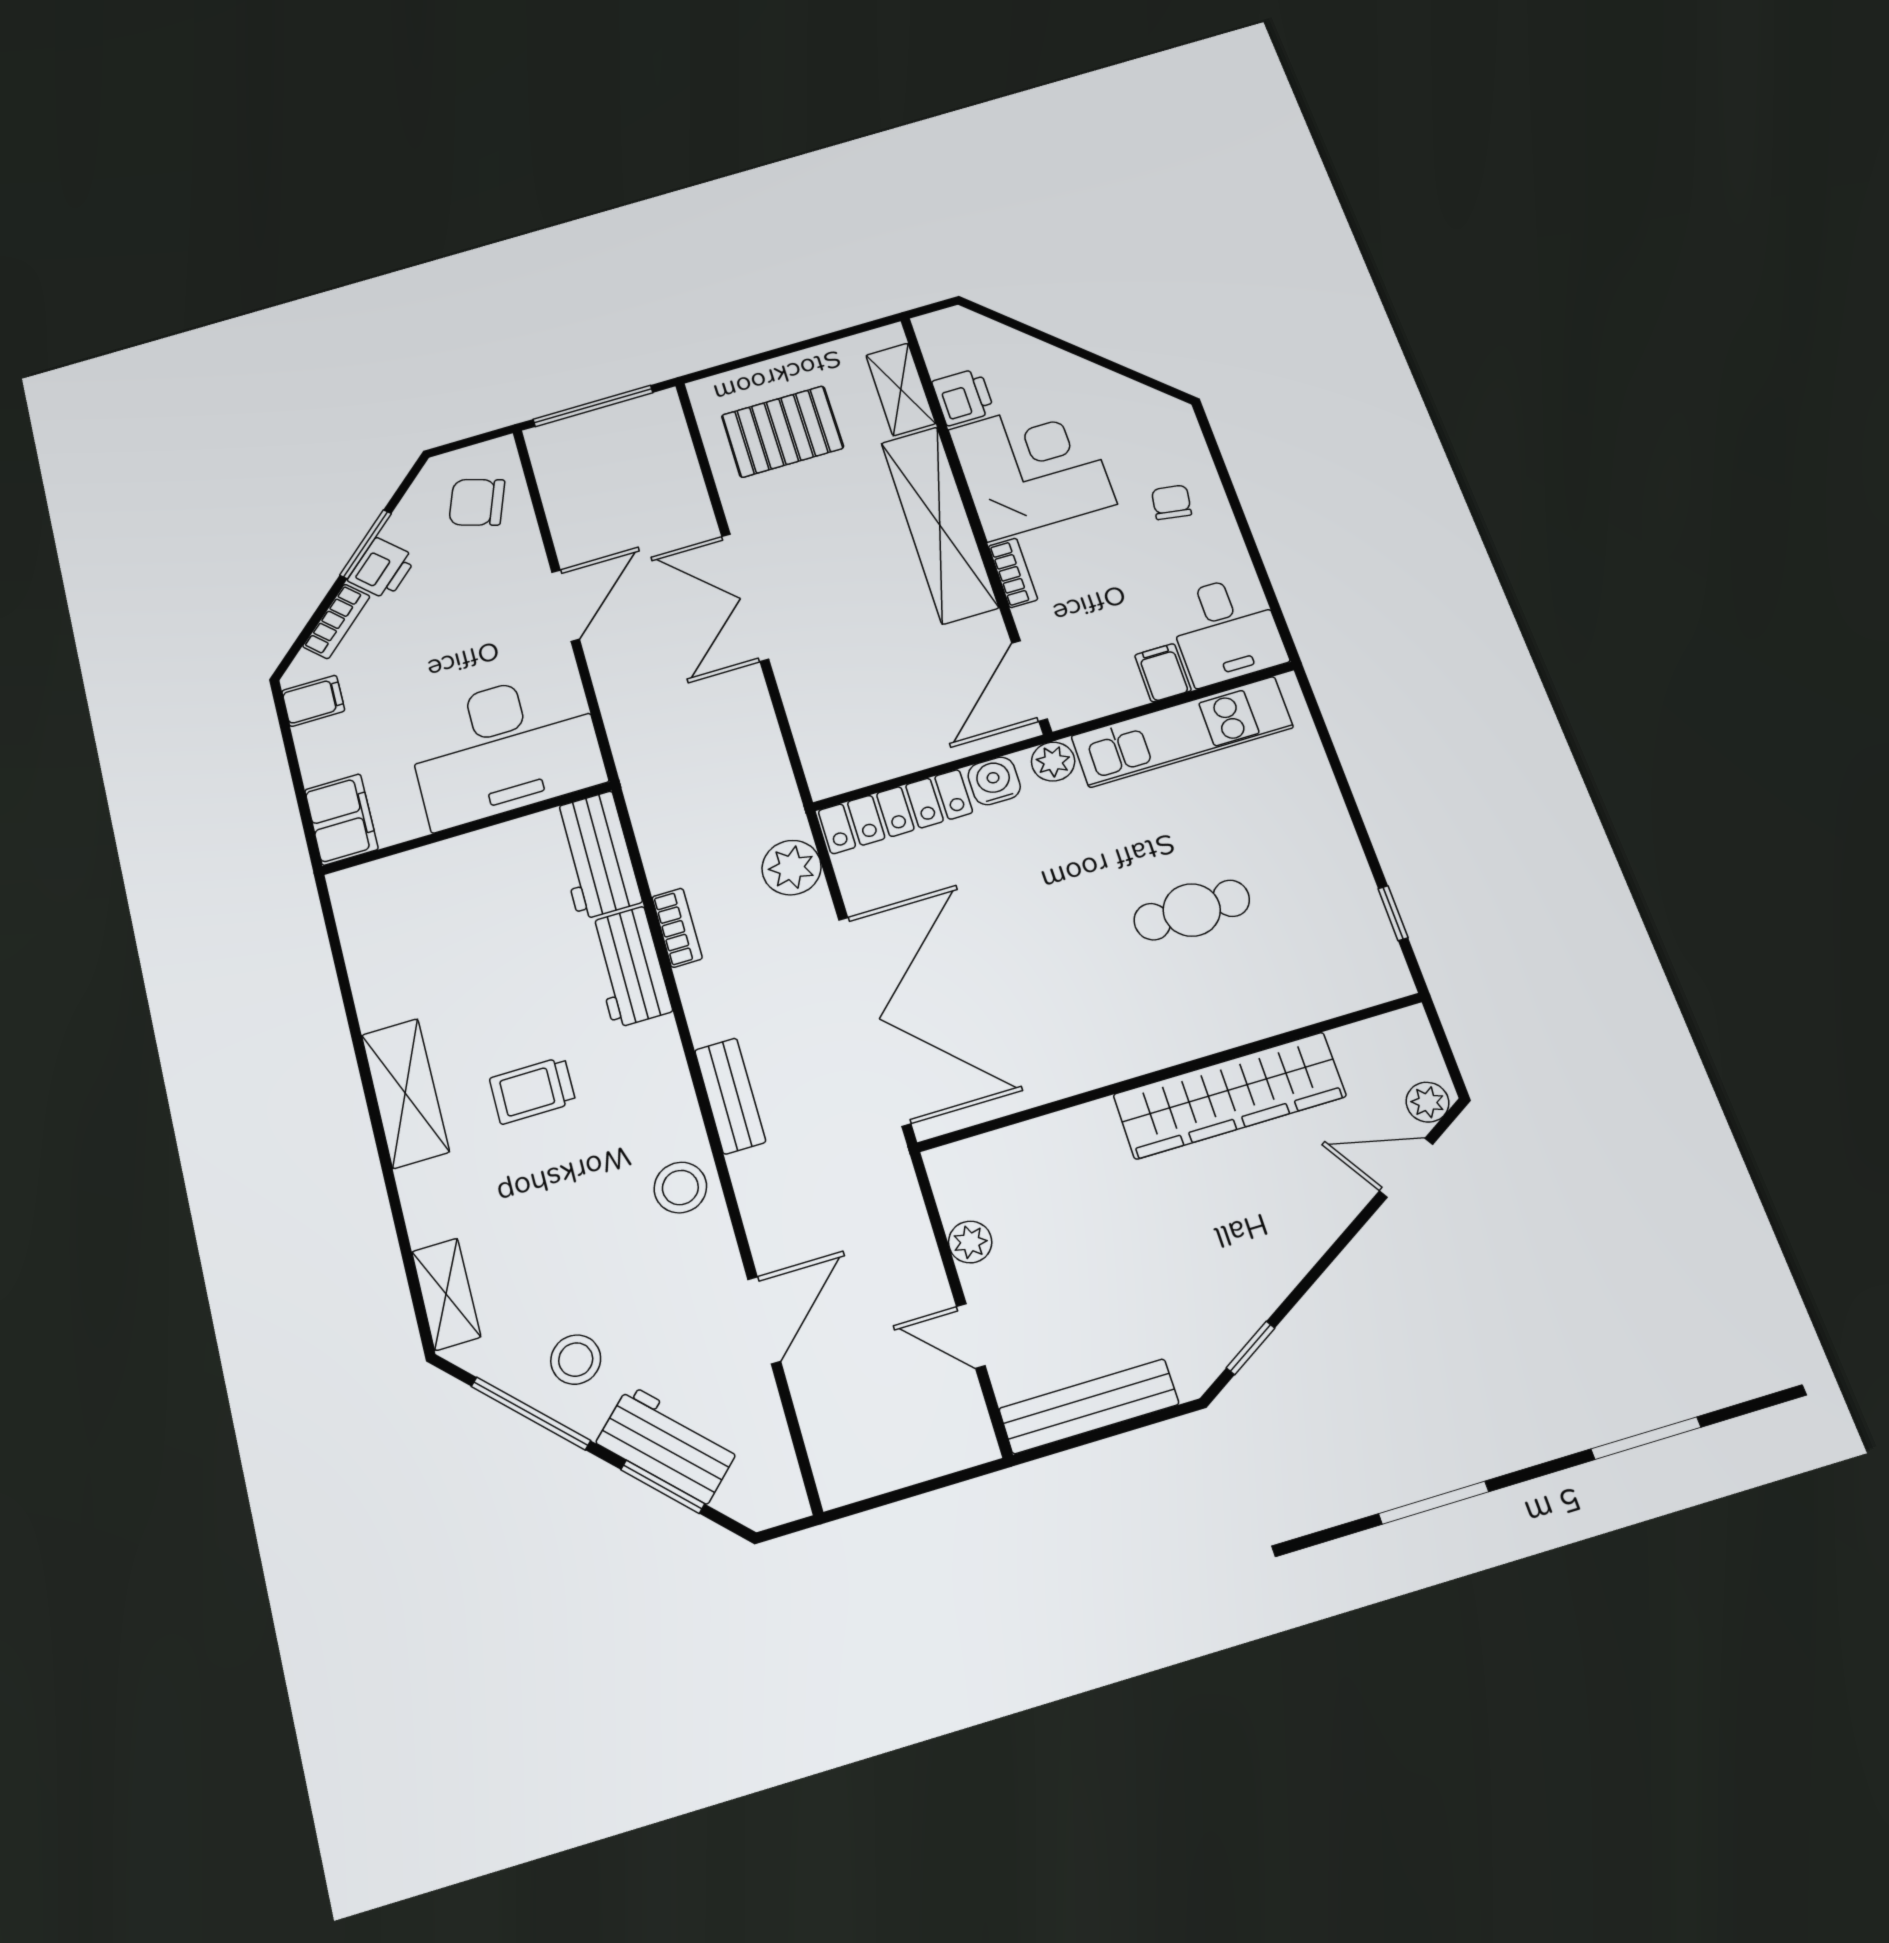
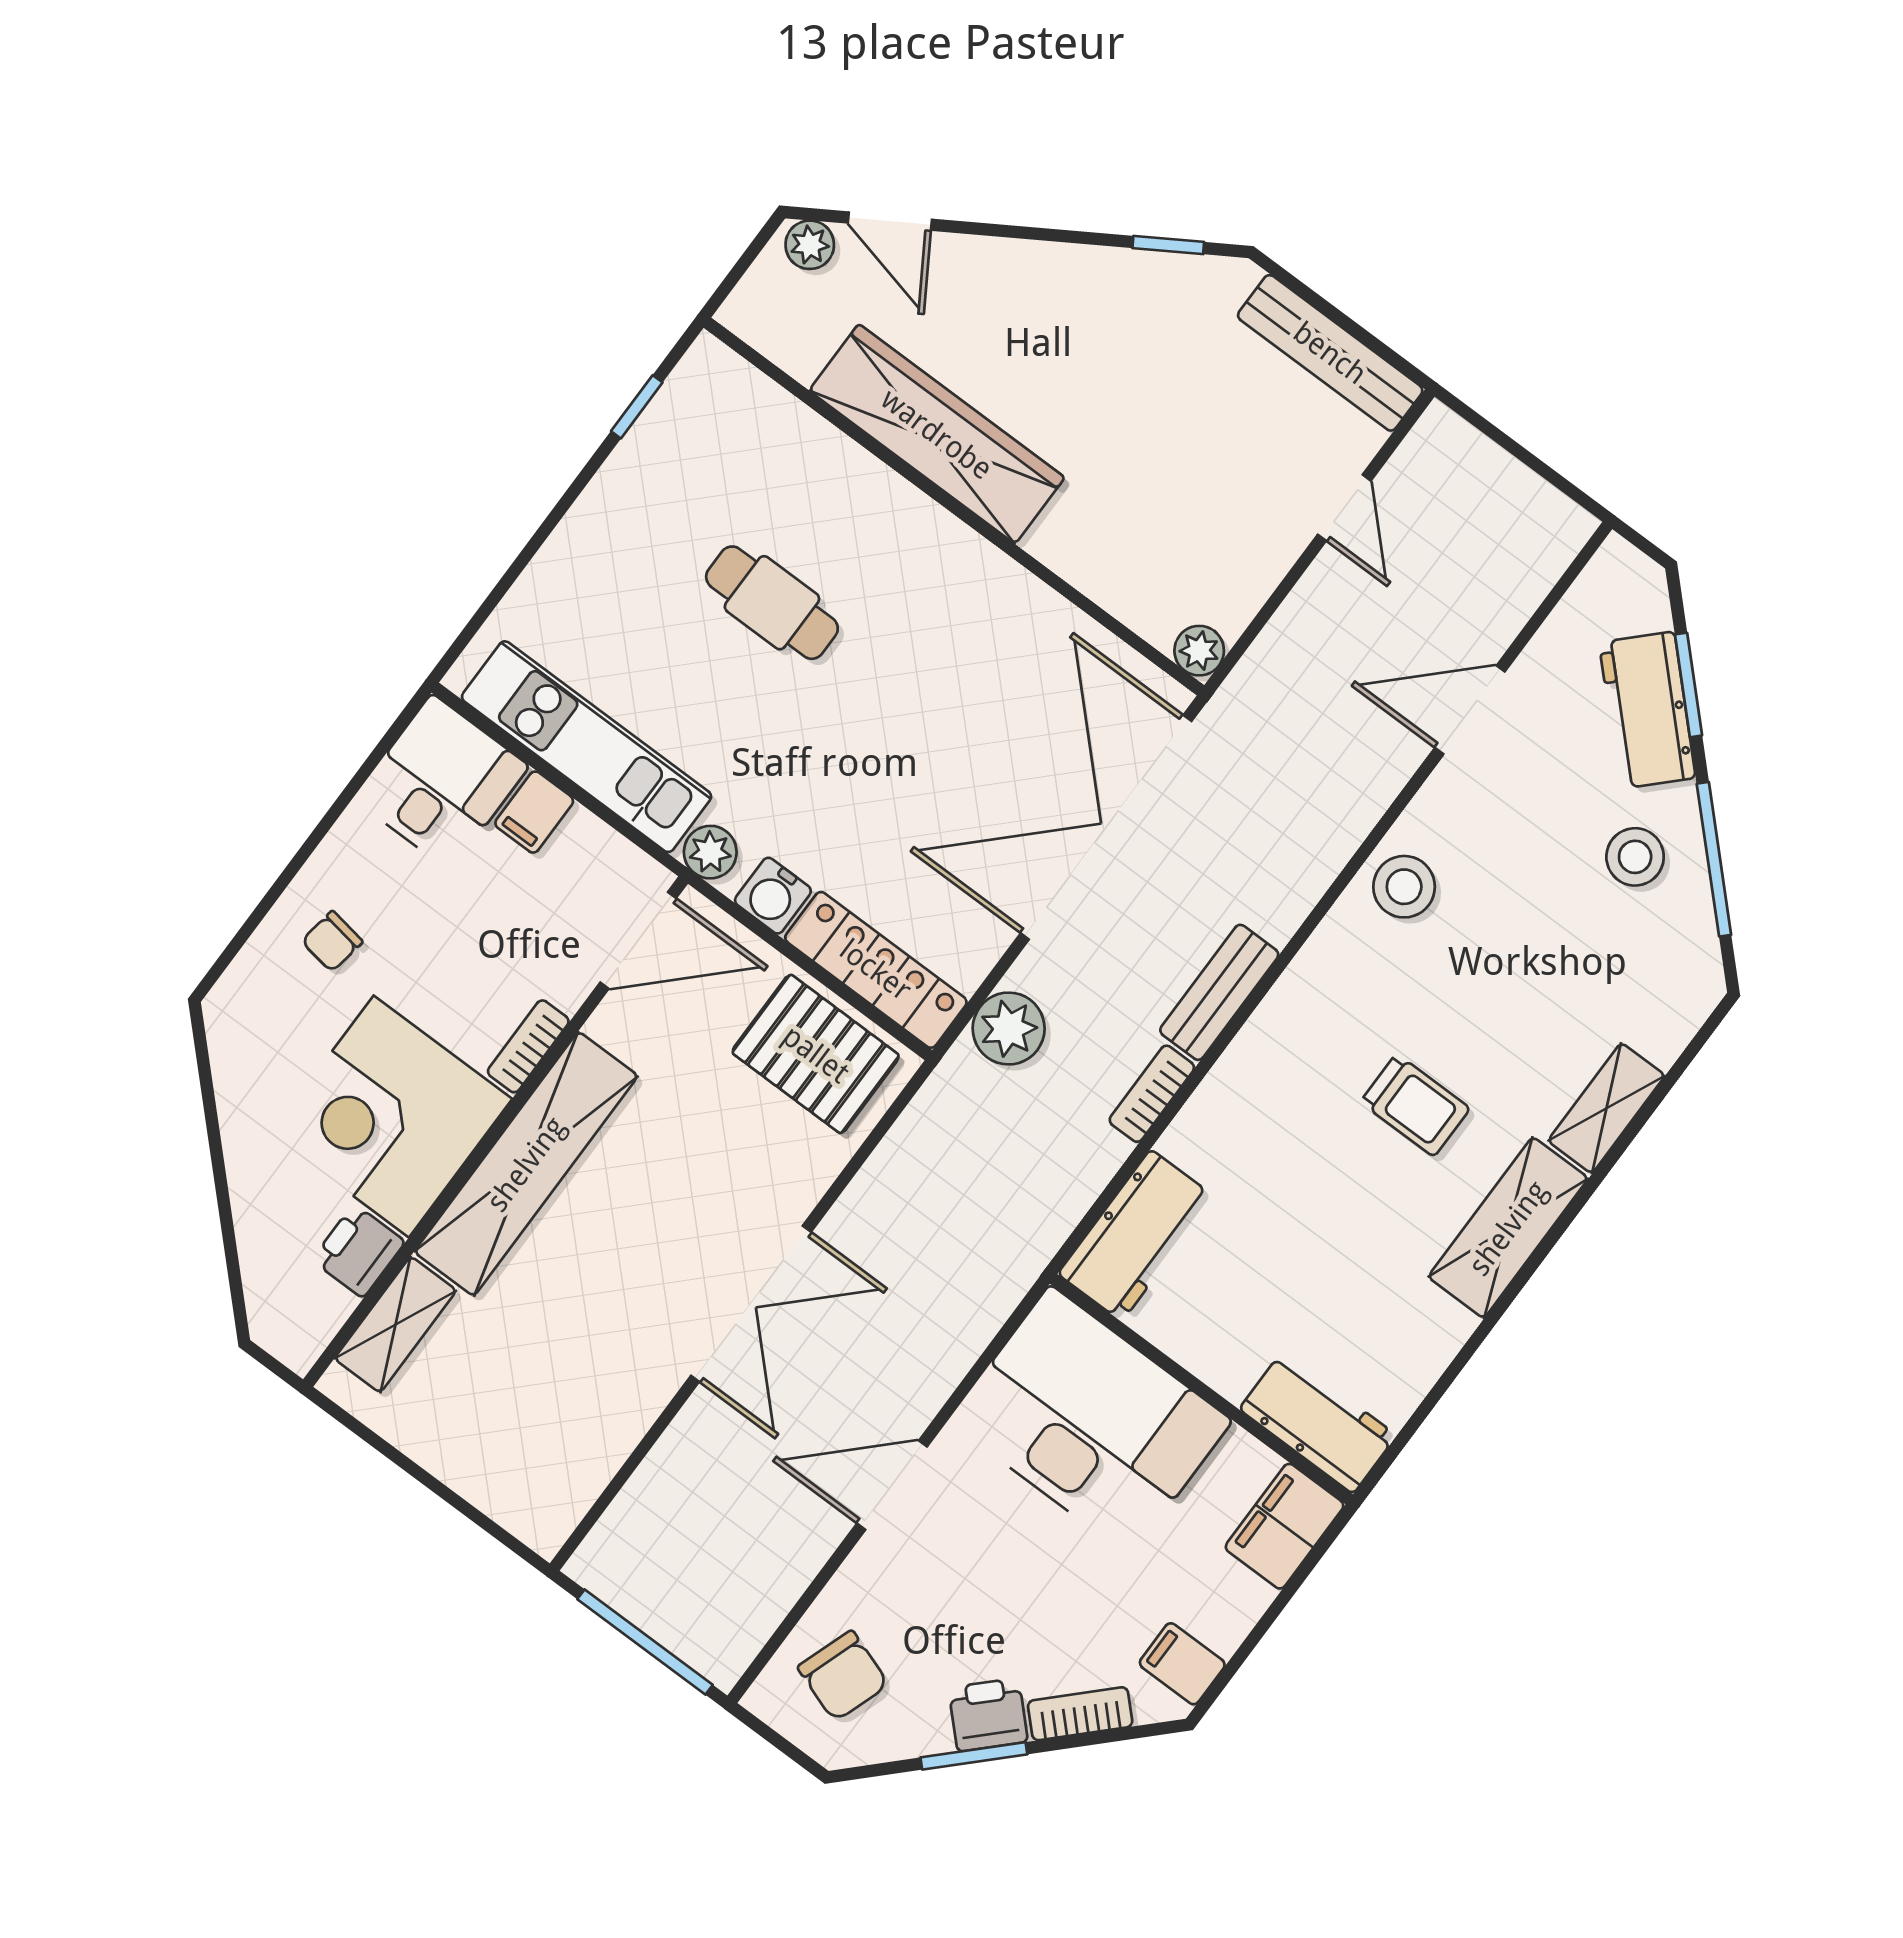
pallet: (782, 432) -> (816, 1054), moved
workbench: (629, 967) -> (1318, 1422), moved, turned -90
bench: (730, 1096) -> (1219, 992), moved
plant: (970, 1242) -> (1199, 651), moved
shelving: (446, 1294) -> (1606, 1108), moved

